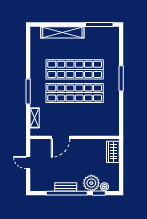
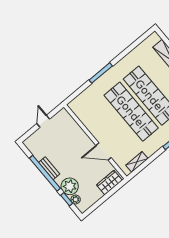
shelving: (35, 118) -> (137, 162), moved
door: (61, 137) -> (104, 152), moved

